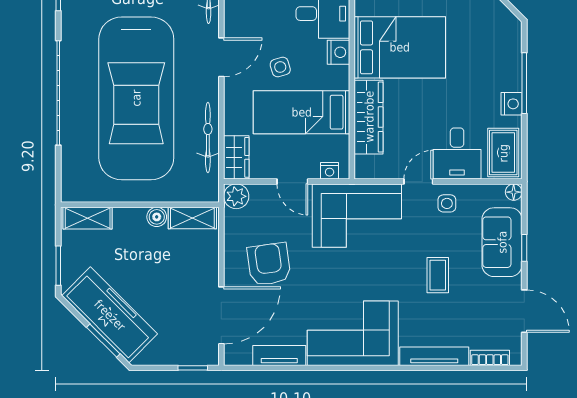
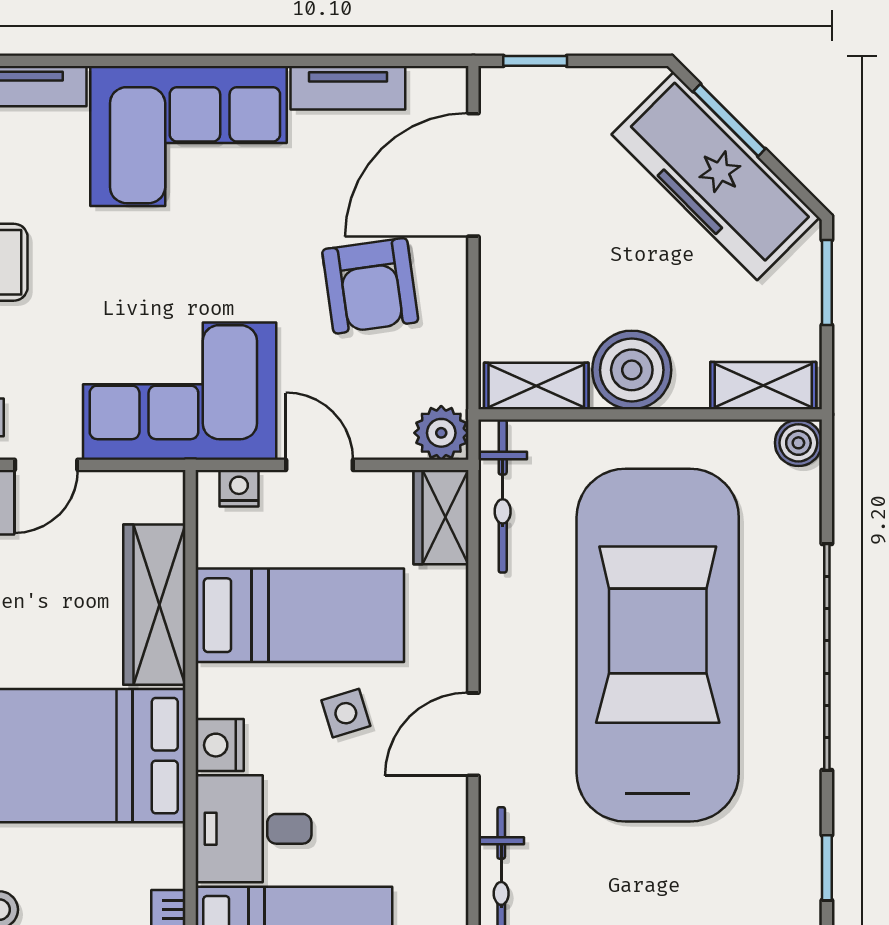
bicycle: (208, 137) -> (503, 496), moved
boiler: (71, 192) -> (798, 443), added
boiler: (157, 217) -> (632, 370), width x1.86, depth x1.86

